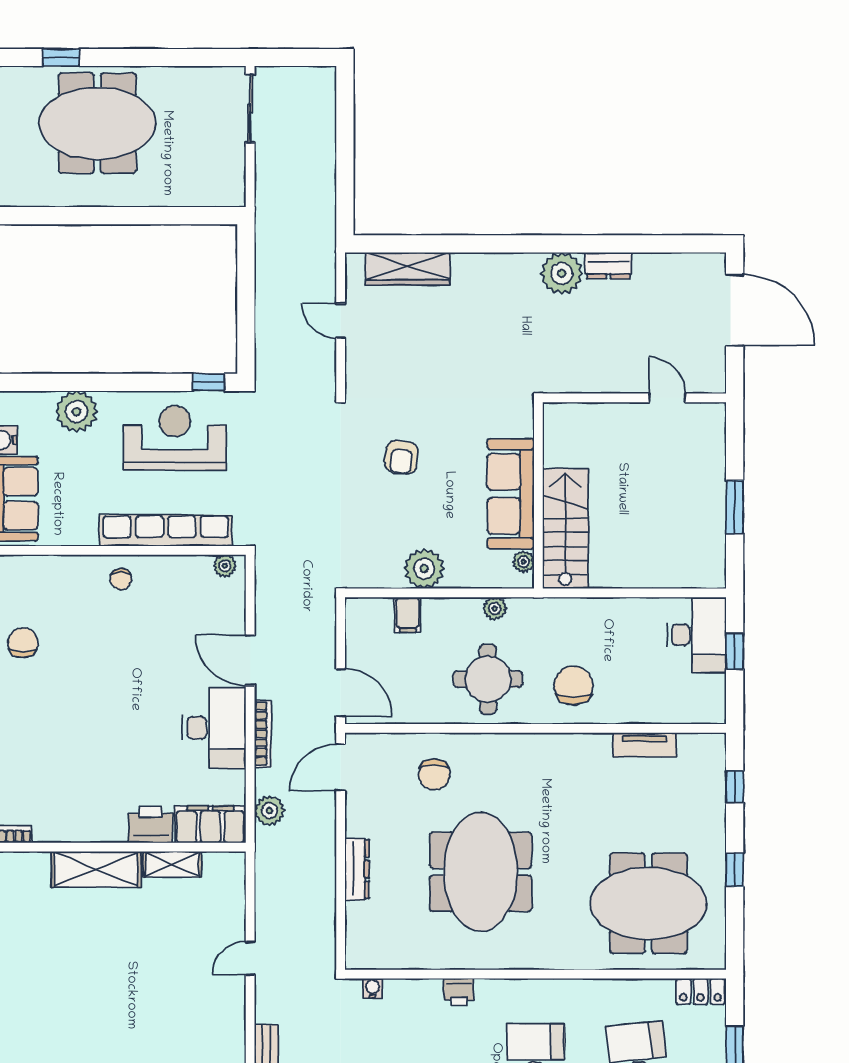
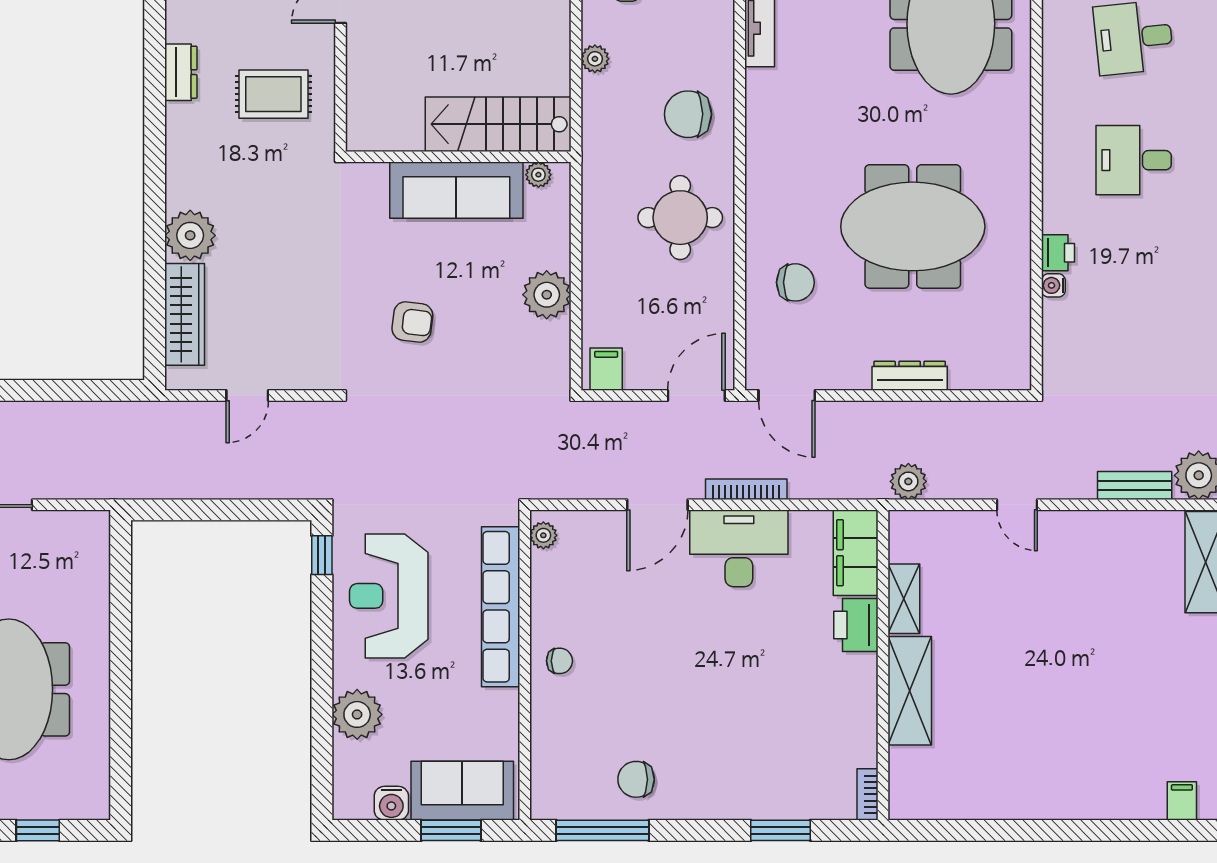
plant: (562, 273) -> (190, 235), moved
rug: (590, 342) -> (273, 94), added
plant: (495, 609) -> (595, 59), moved
filing cabinet: (408, 615) -> (606, 369), moved, turned -90
plant: (269, 811) -> (908, 481), moved
water cooler: (373, 988) -> (1053, 285), moved

